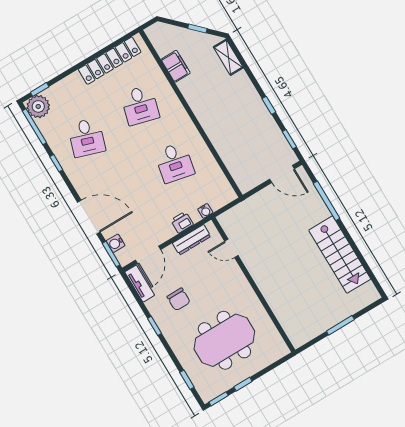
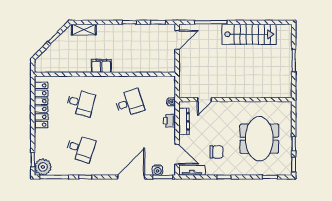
filing cabinet: (176, 66) -> (101, 66), moved
desk: (174, 163) -> (129, 103), turned -30

